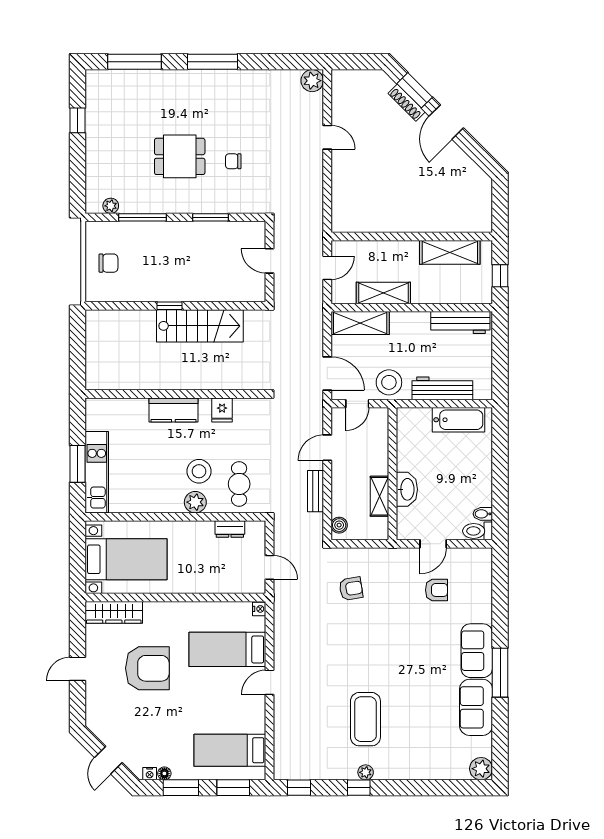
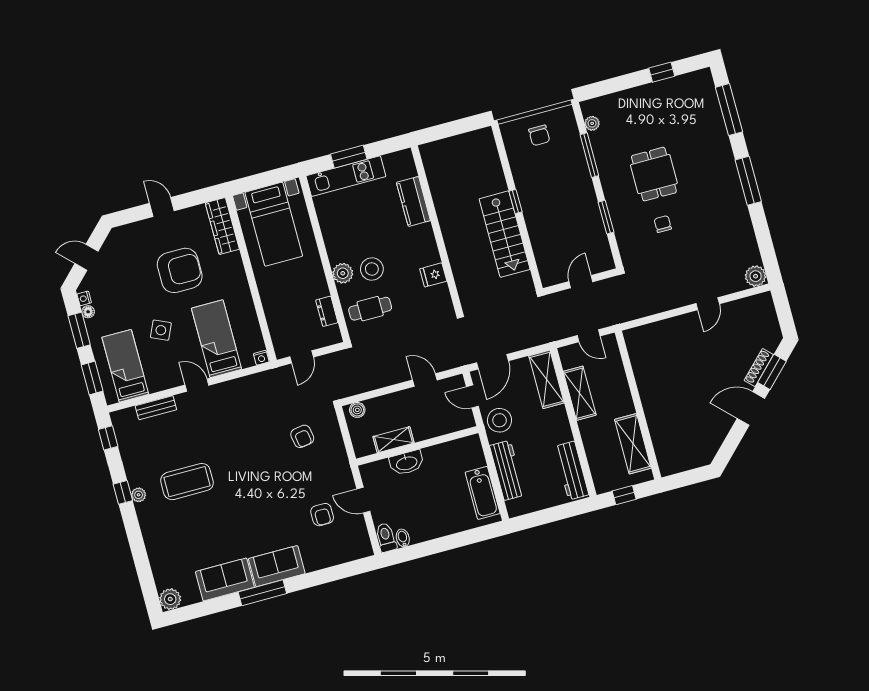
kitchen counter: (173, 410) -> (413, 201), moved
bench: (315, 491) -> (156, 408), moved
armchair: (147, 668) -> (180, 270), turned -90
side table: (203, 704) -> (161, 330), added

